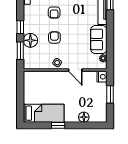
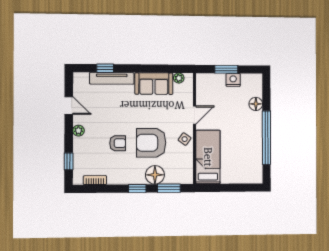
armchair: (54, 38) -> (151, 143), width x1.88, depth x1.88
nightstand: (102, 77) -> (233, 80), moved
bed: (44, 113) -> (208, 157), moved
window: (58, 125) -> (266, 138), width x3.17

